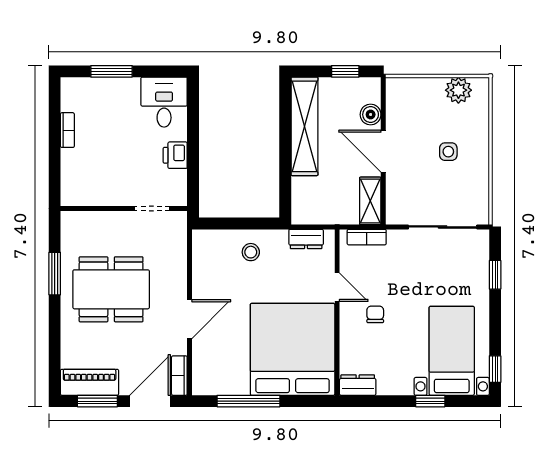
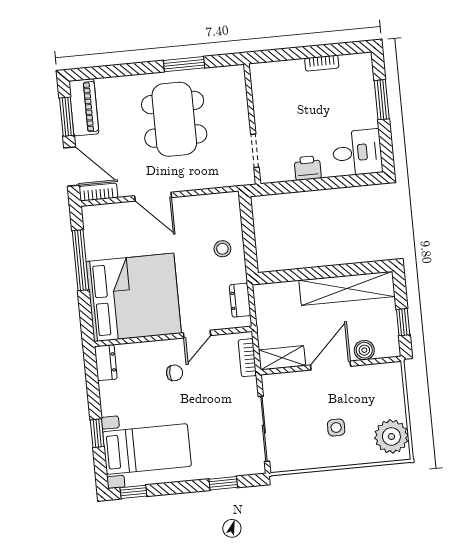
plant: (458, 90) -> (391, 436), width x1.36, depth x1.36

